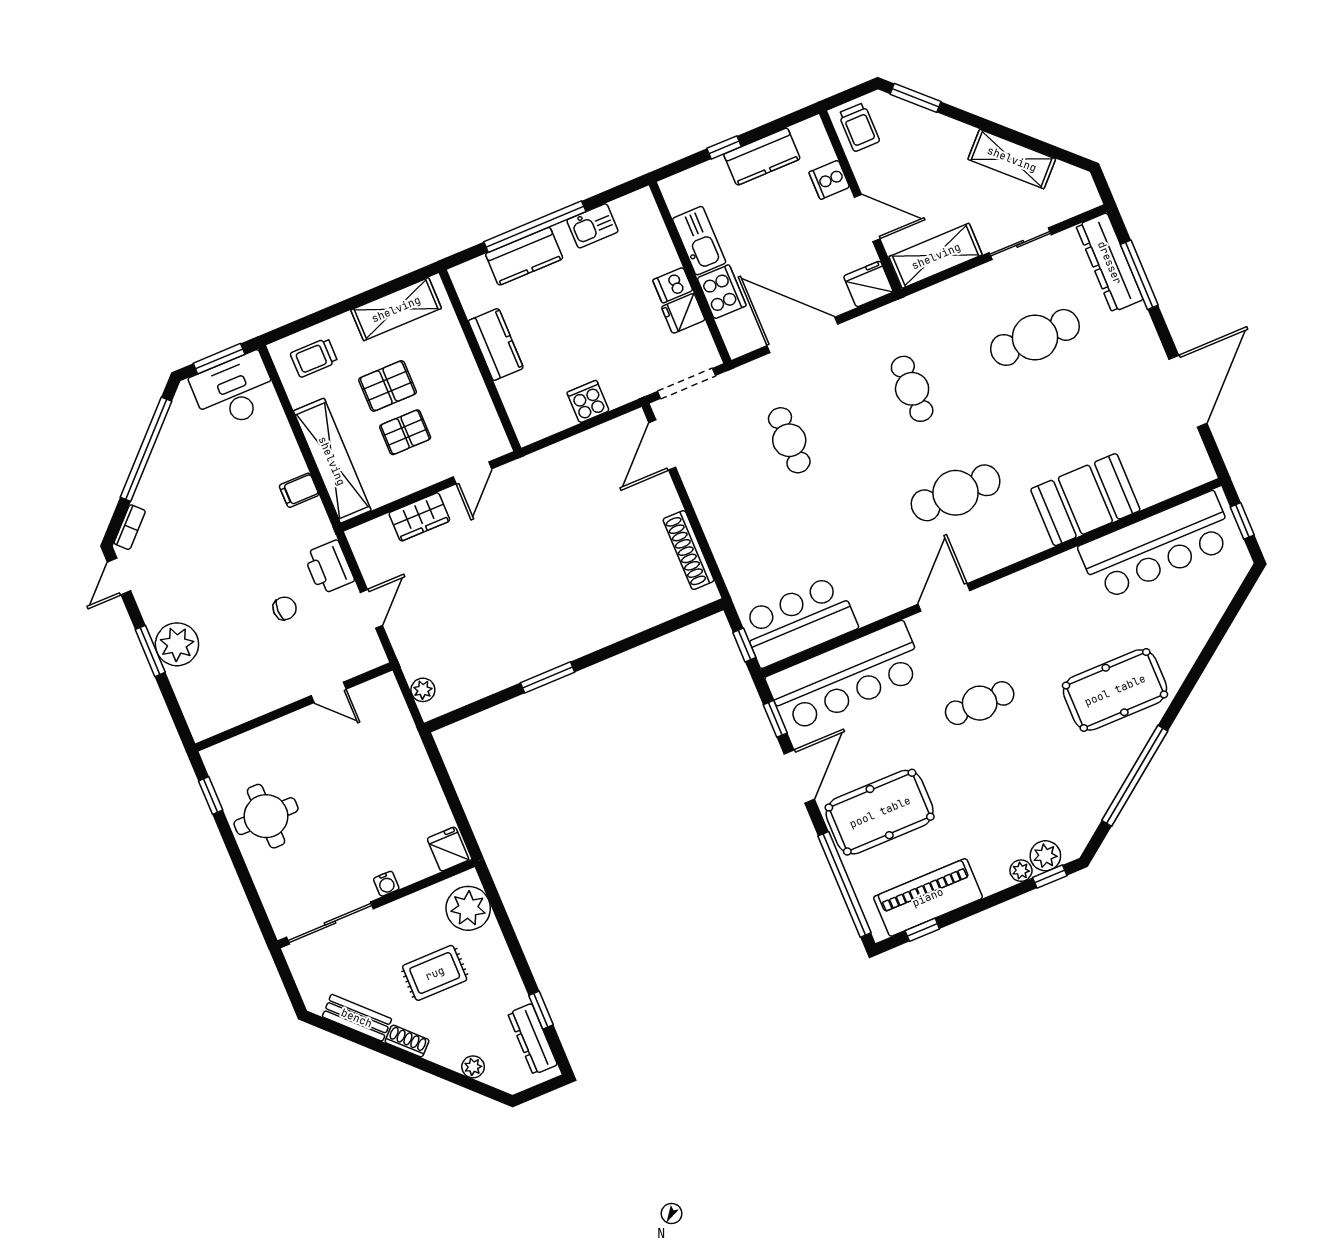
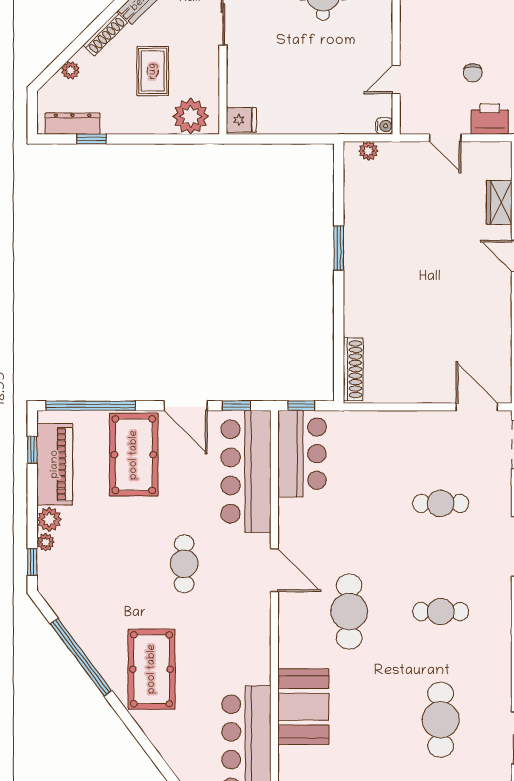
shoe rack: (689, 550) -> (353, 369), moved, turned 90
plant: (1045, 856) -> (49, 519), moved
water cooler: (386, 884) -> (384, 126), moved, turned 180
shoe rack: (407, 1041) -> (105, 34), width x1.43

